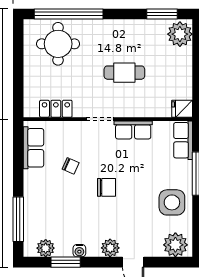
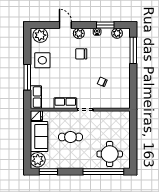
sofa: (178, 73) -> (39, 137), added
locker: (56, 109) -> (111, 116), removed
row of seats: (34, 148) -> (124, 93), removed
chair: (107, 187) -> (81, 54), moved

